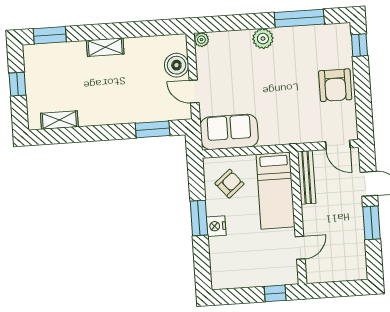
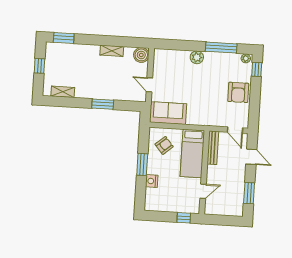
plant: (201, 40) -> (246, 58), moved
shelving: (105, 47) -> (112, 51), moved
boiler: (176, 65) -> (141, 55), moved
window: (153, 129) -> (103, 104), moved
window: (372, 223) -> (249, 193), moved
nightstand: (216, 226) -> (152, 181), moved

